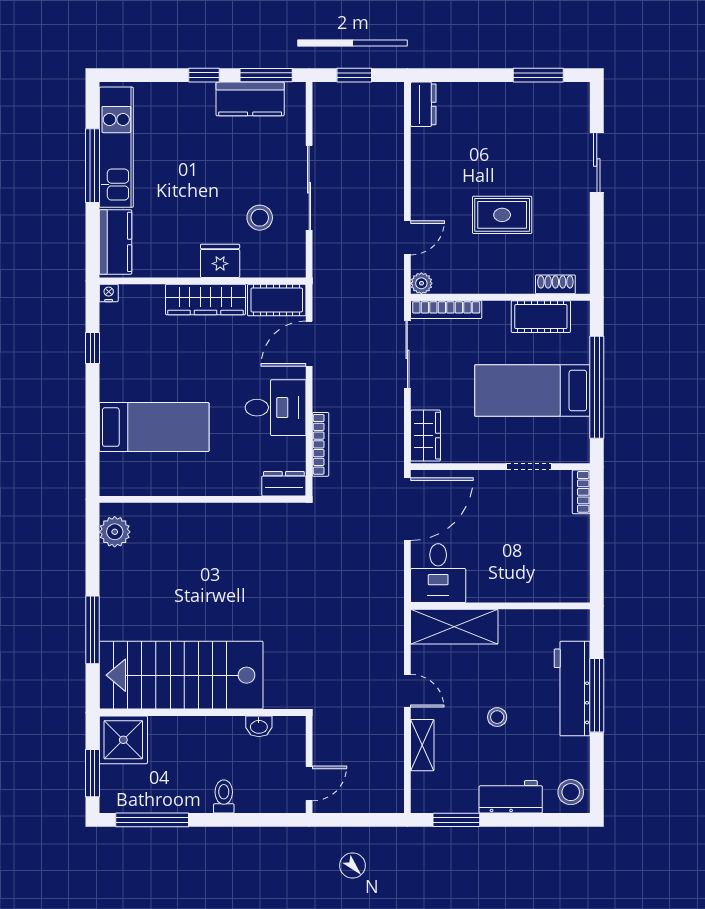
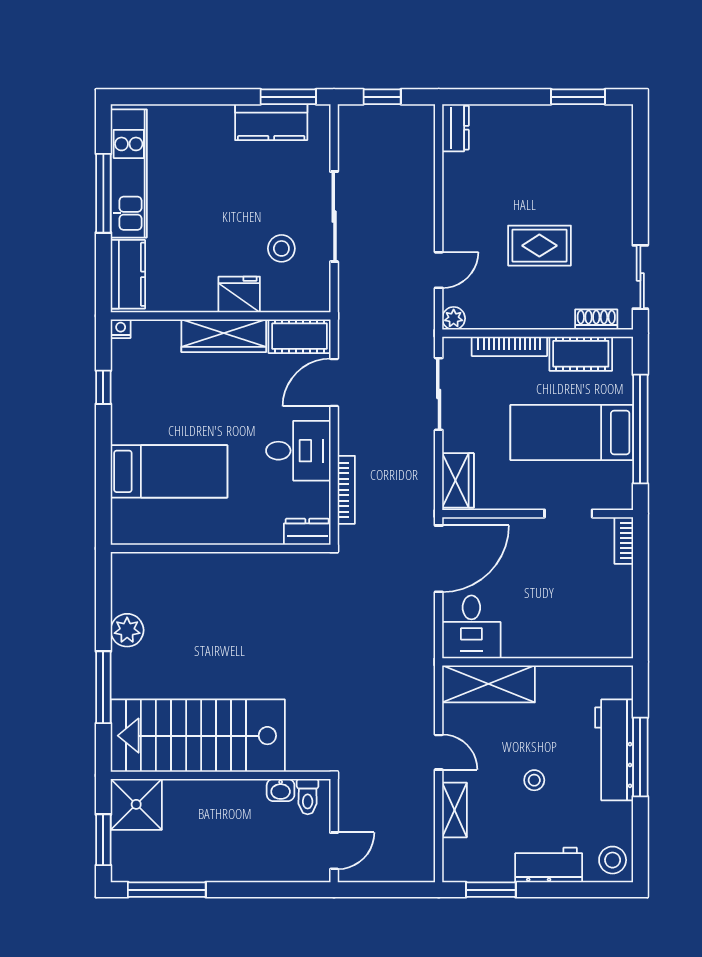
window: (204, 75) -> (222, 97), removed
sliding door: (597, 162) -> (640, 277), moved
bookcase: (446, 310) -> (509, 346), moved
plant: (115, 532) -> (127, 630), moved
toilet: (224, 796) -> (308, 797), moved, turned 180

